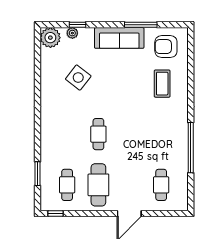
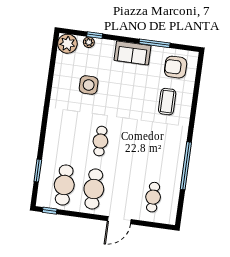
sofa: (119, 38) -> (132, 53), width x0.73
side table: (78, 78) -> (89, 85), turned -38
cafe table: (67, 185) -> (64, 185), width x1.37, depth x1.35

